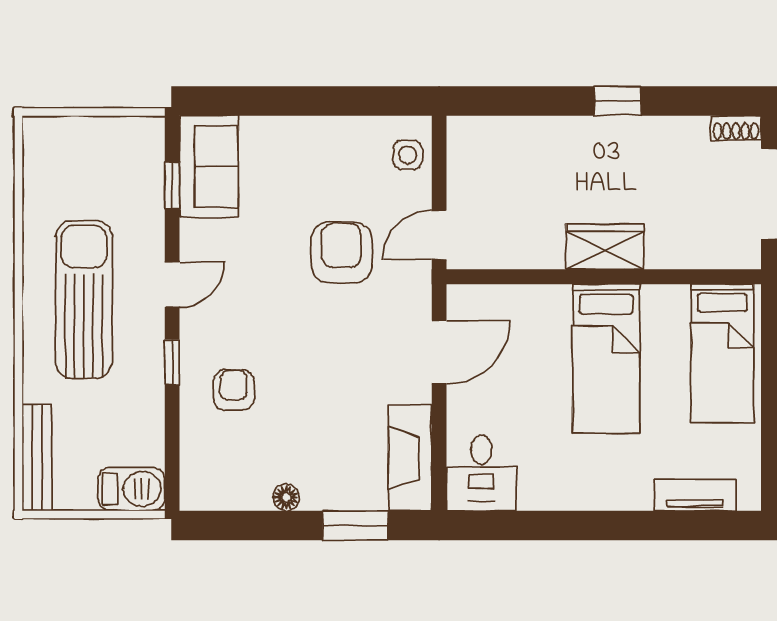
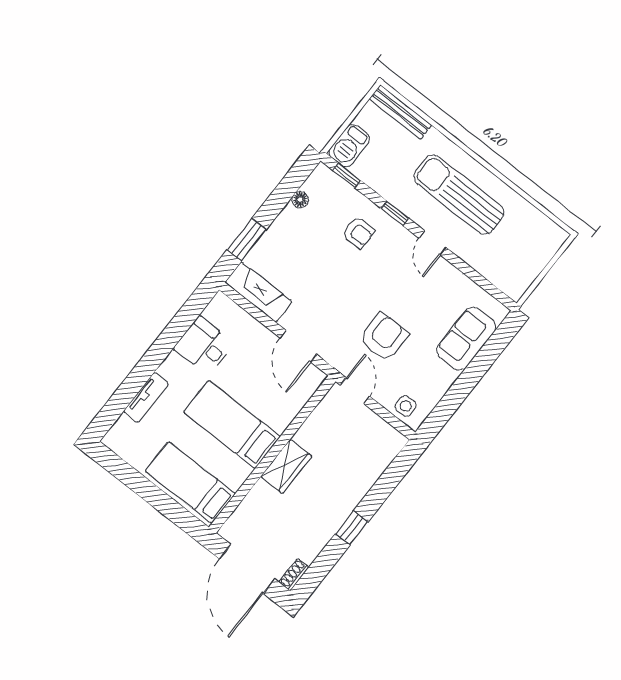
sofa: (209, 167) -> (466, 339), moved, turned 90
window: (172, 185) -> (347, 175), moved
armchair: (342, 253) -> (384, 337), turned -90
sun lounger: (84, 299) -> (459, 195), turned 180
desk: (481, 473) -> (204, 346), moved
tv unit: (695, 495) -> (146, 398), moved
floor lamp: (286, 497) -> (300, 200), moved

